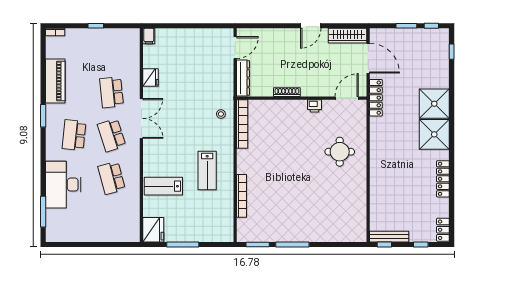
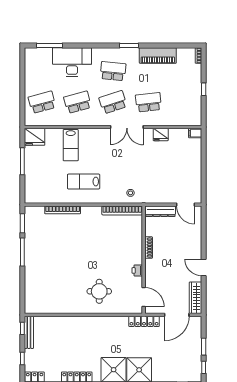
lab bench: (163, 186) -> (71, 145), turned 180
school desk: (112, 221) -> (42, 102), added

